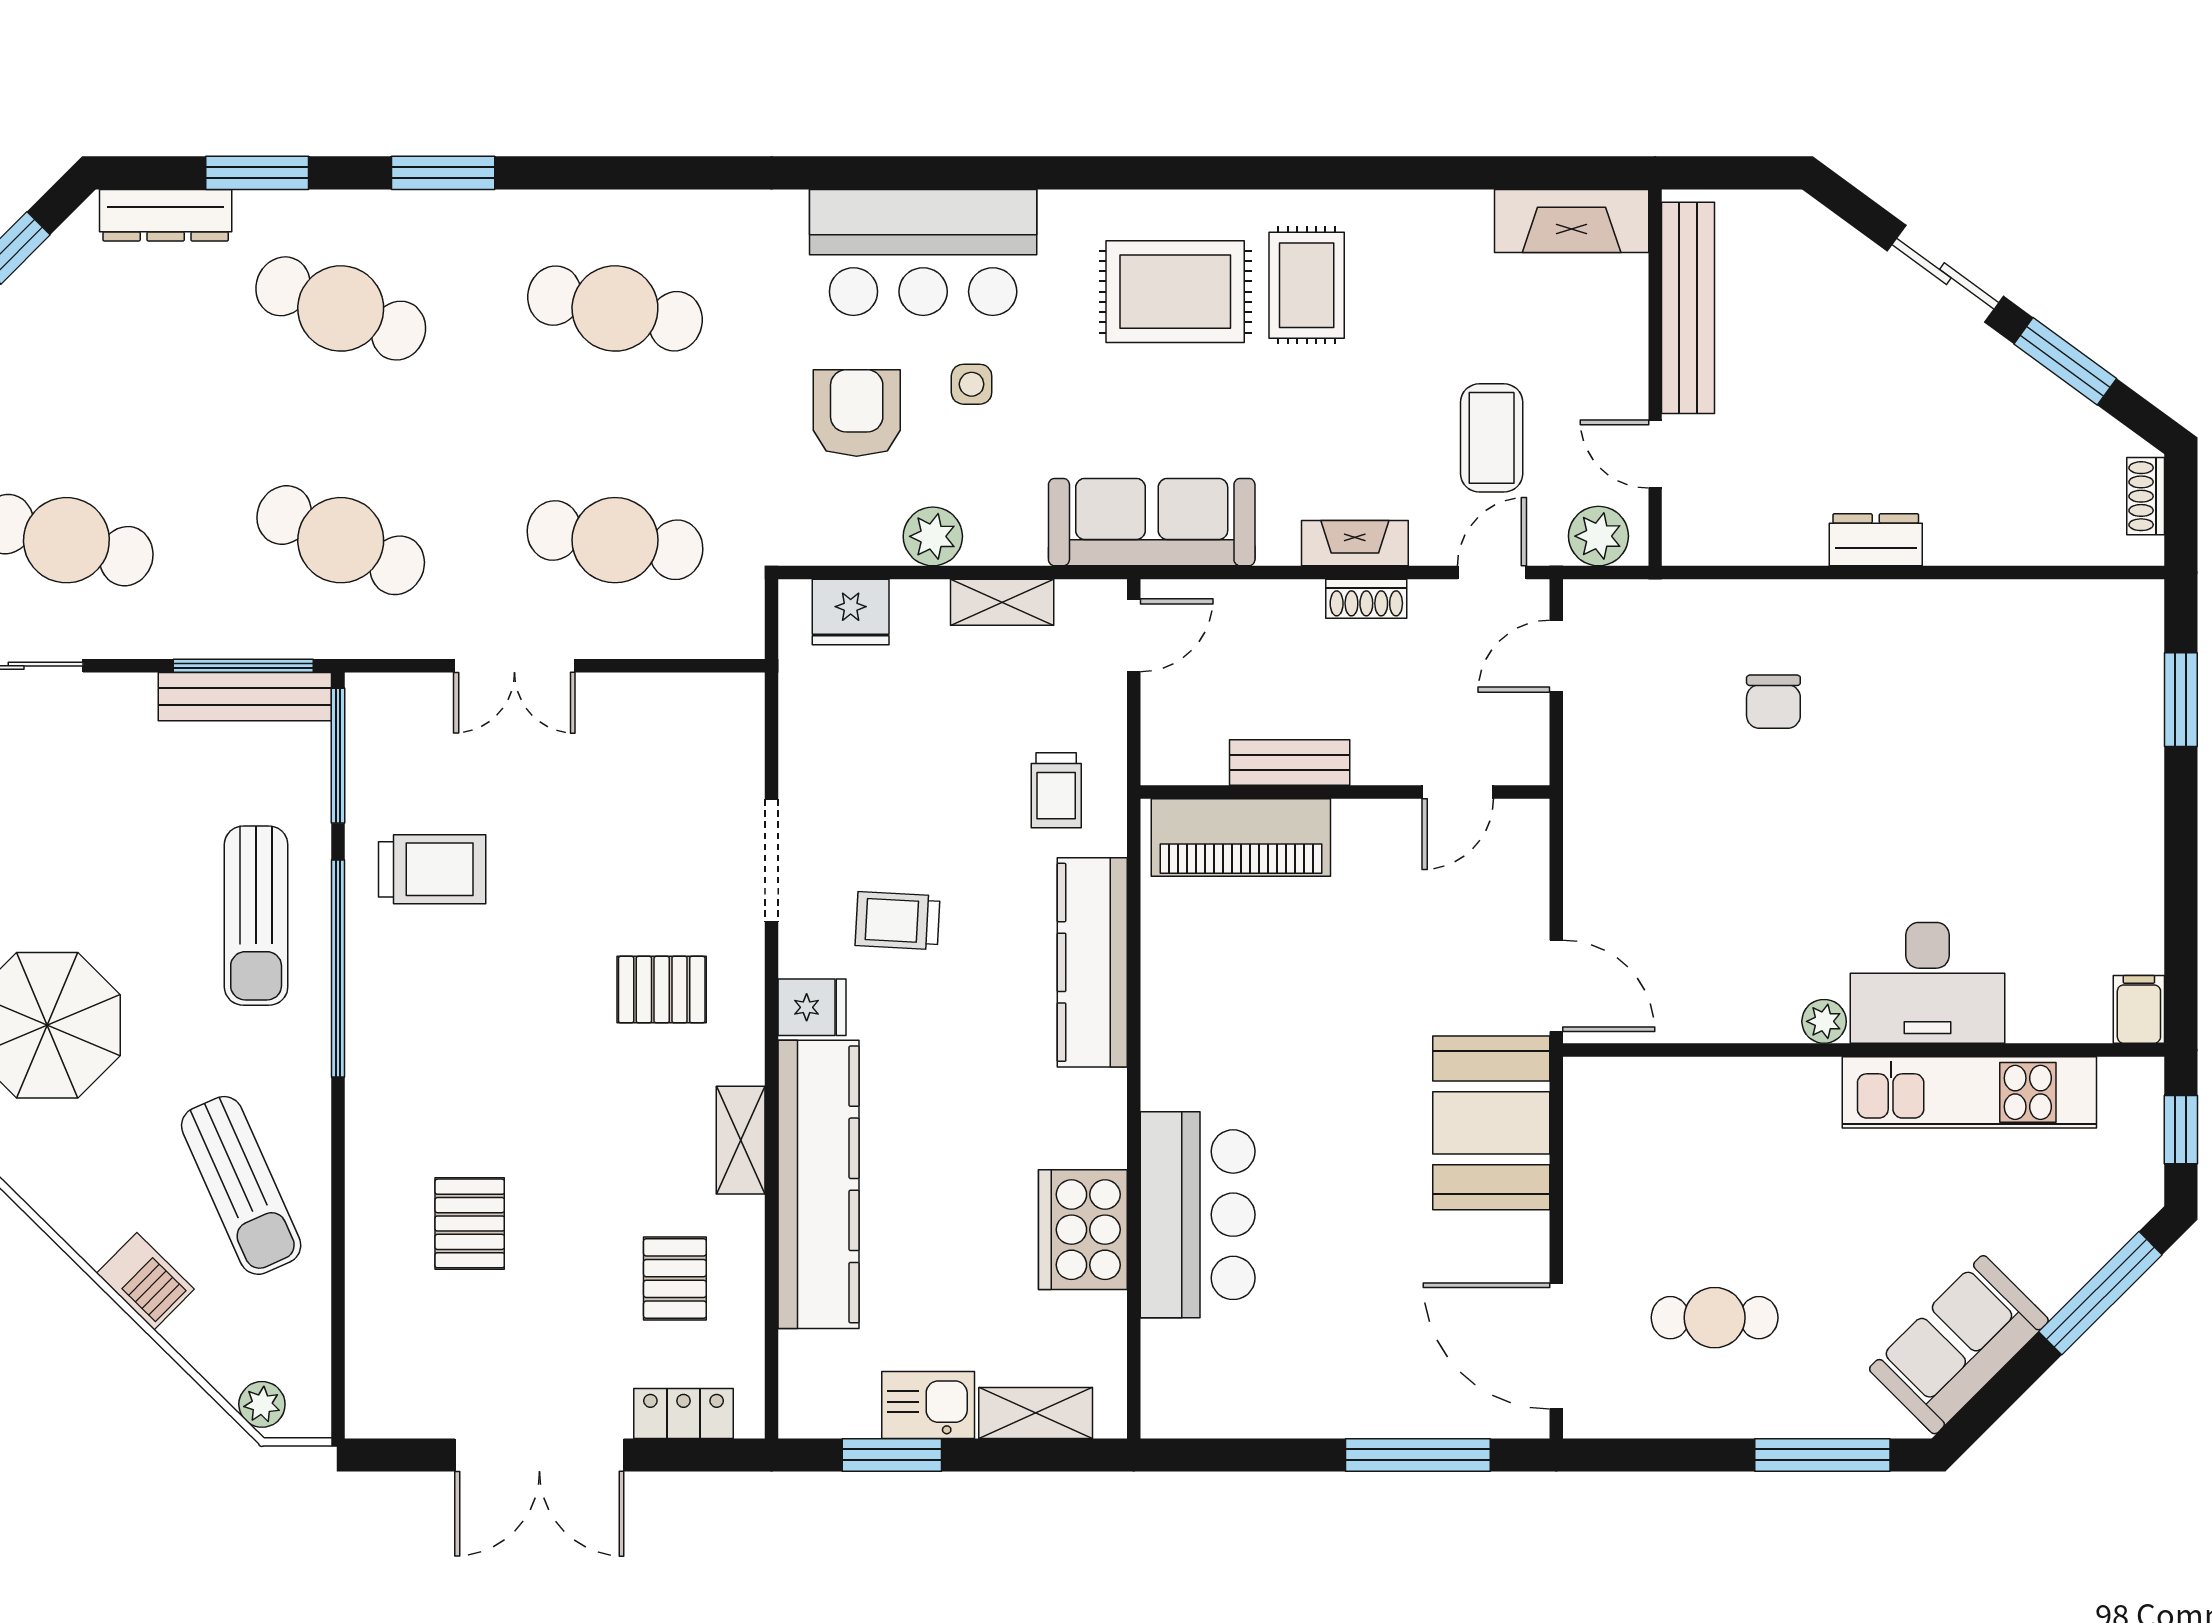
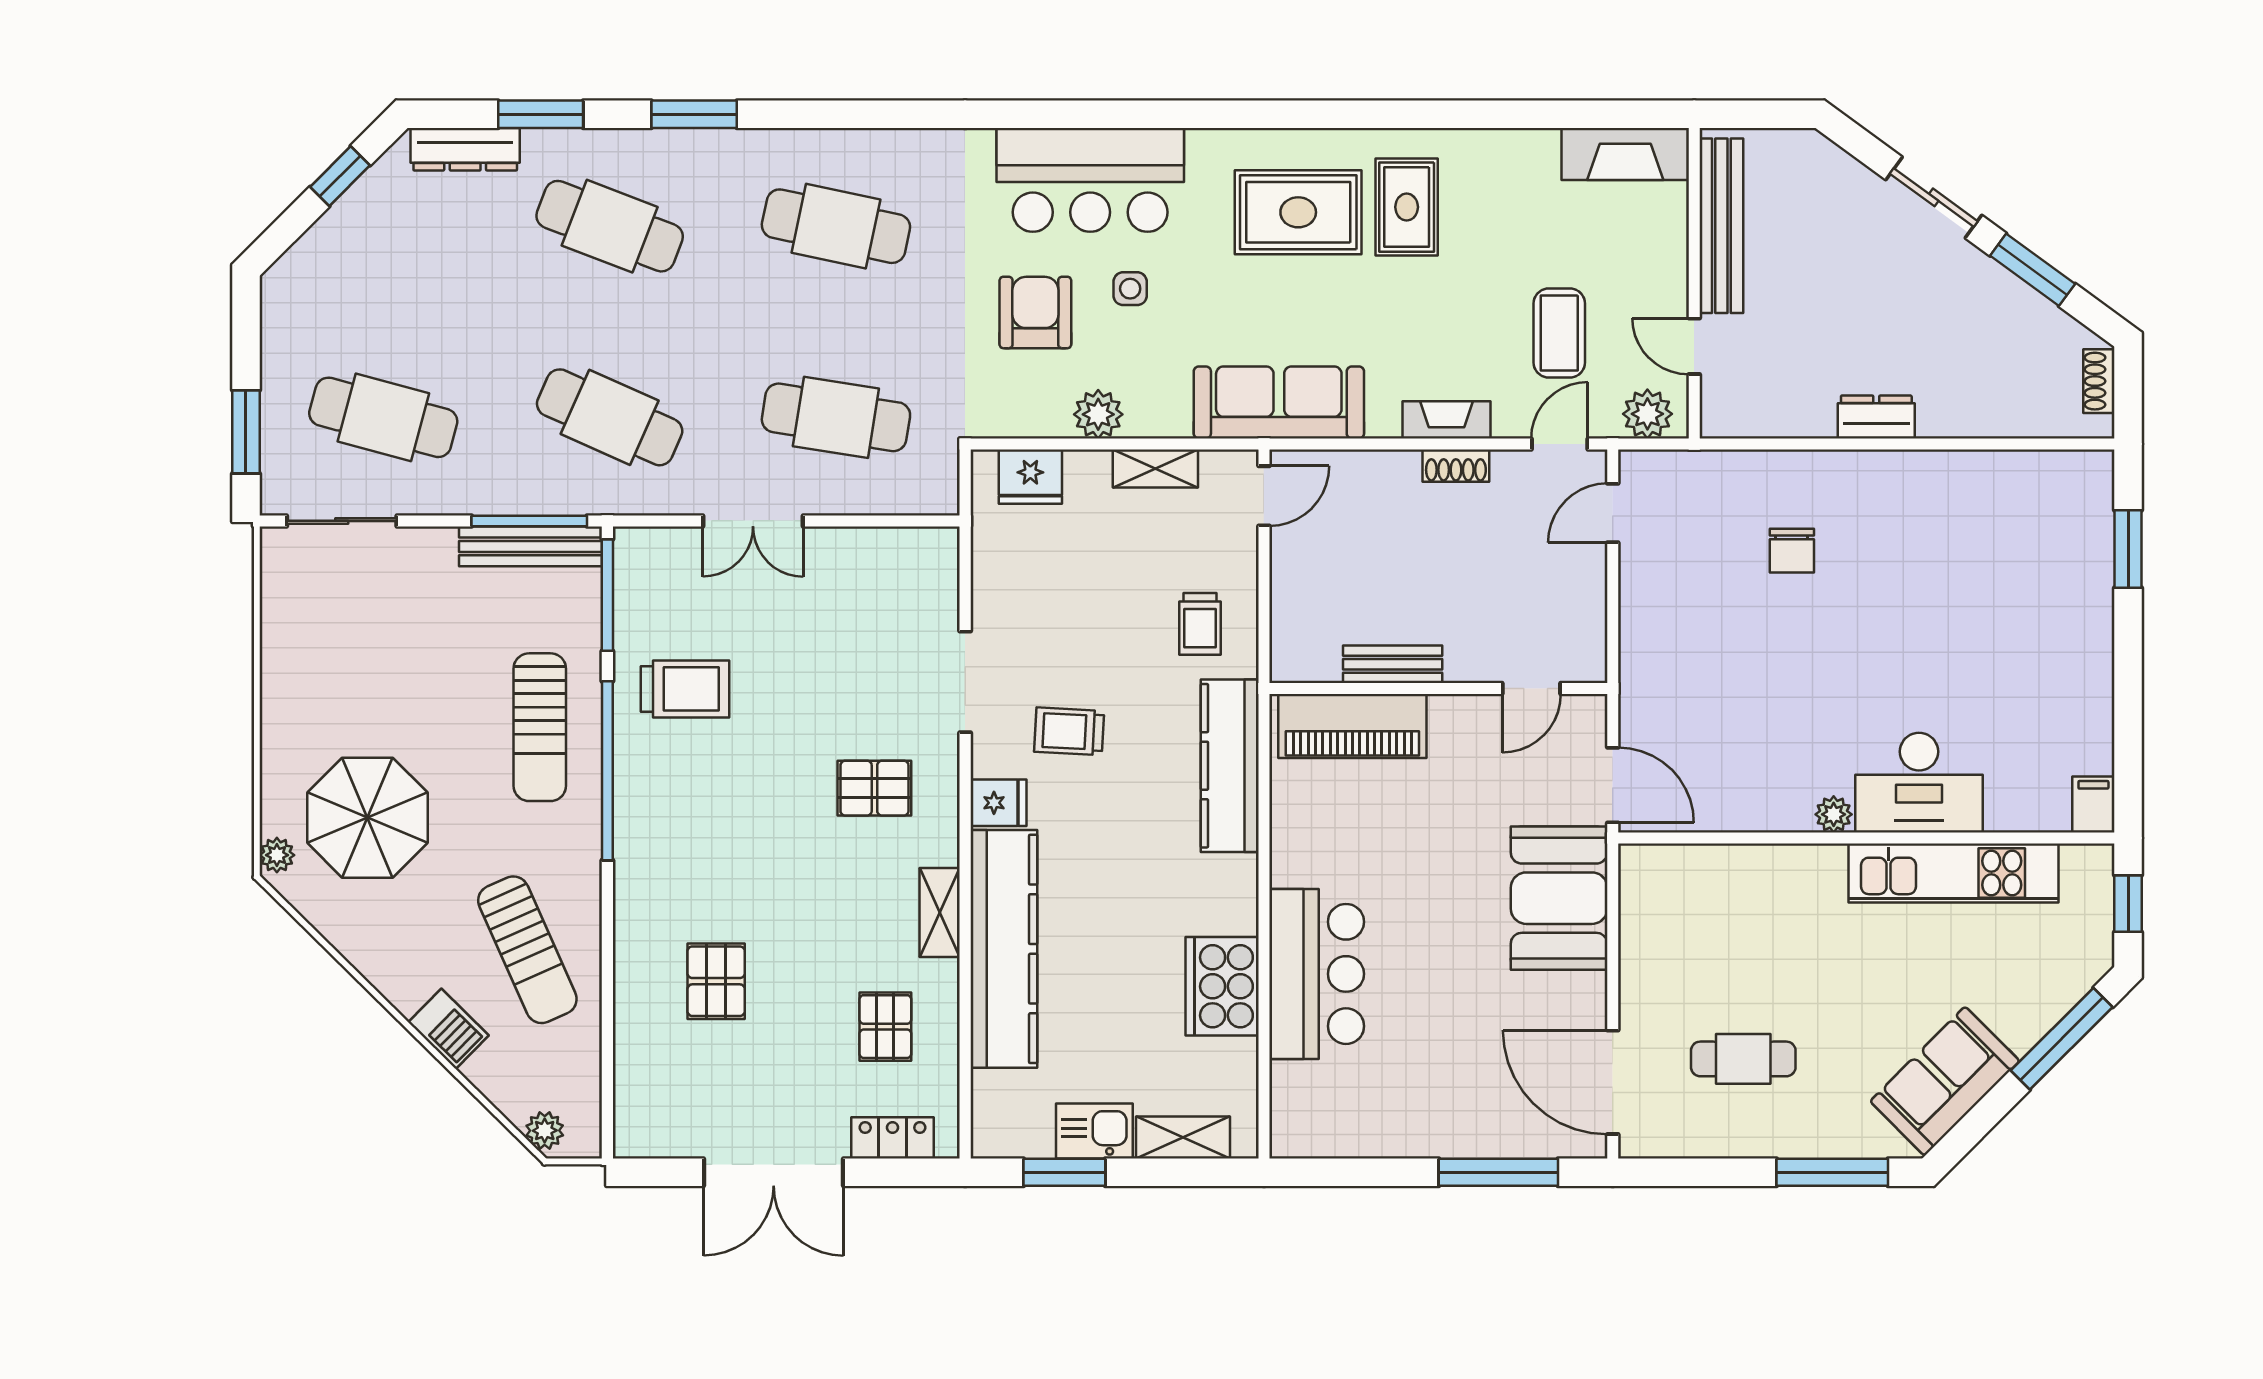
bench: (1290, 763) -> (1393, 664), moved
wall: (1345, 792) -> (1438, 689), moved
door: (1458, 792) -> (1531, 689), moved
piano: (1241, 838) -> (1352, 726), moved

